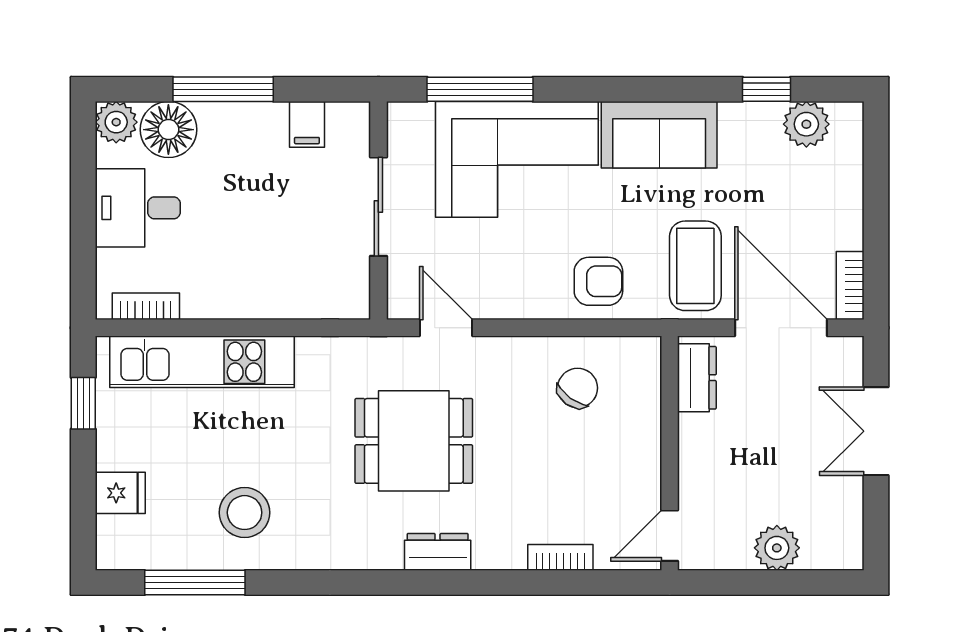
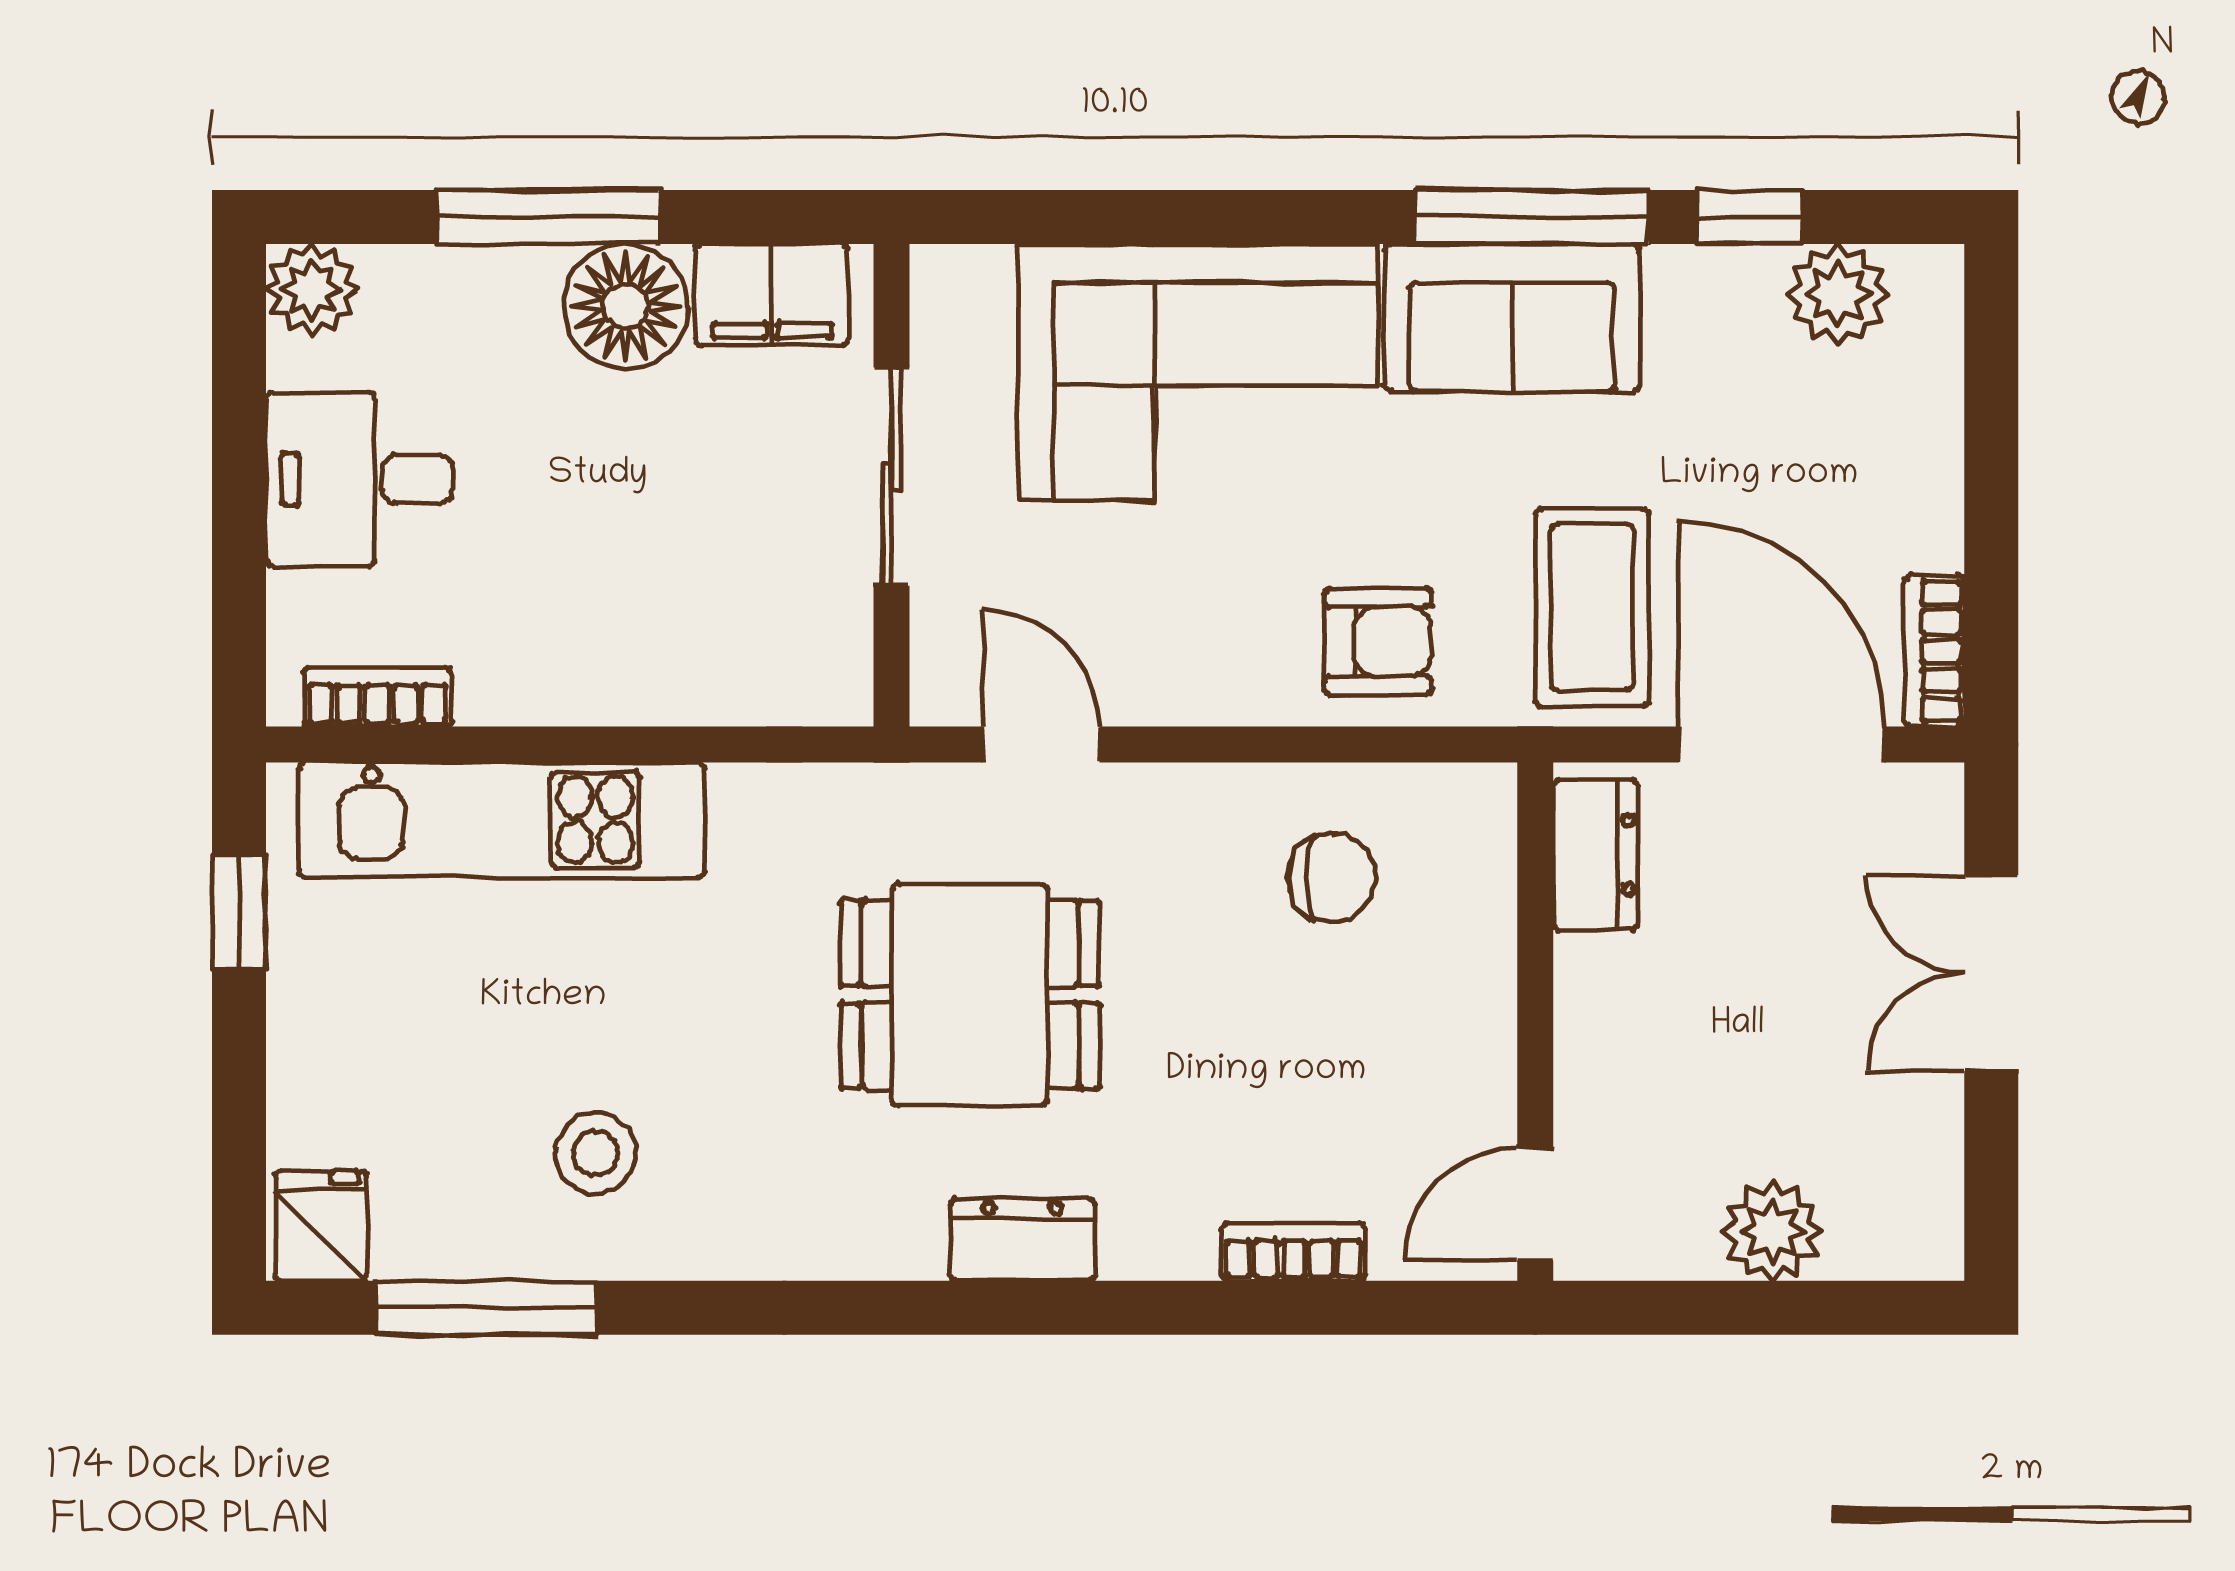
window: (480, 89) -> (1532, 217), moved
filing cabinet: (307, 124) -> (772, 295), width x2.00
floor lamp: (168, 130) -> (626, 306), moved
chair: (578, 388) -> (1332, 878), turned 54
fridge: (120, 493) -> (321, 1226), moved, turned -90
stool: (245, 513) -> (596, 1153), width x0.73, depth x0.73

